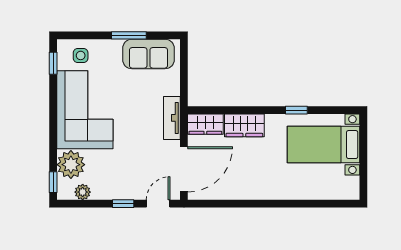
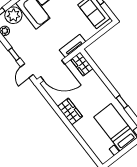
wardrobe: (244, 125) -> (70, 111), moved, turned 180
door: (158, 204) -> (27, 71), swing flipped

